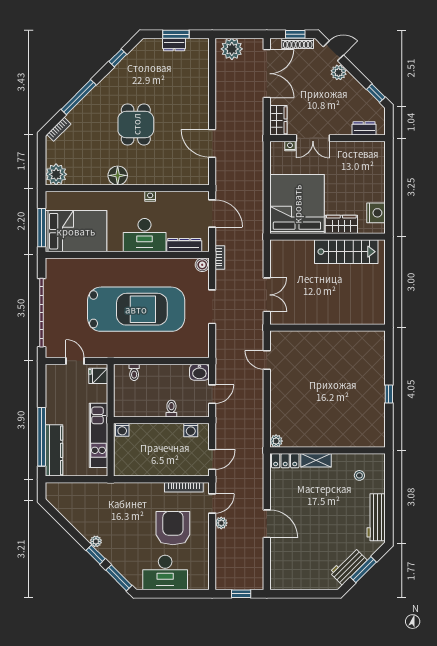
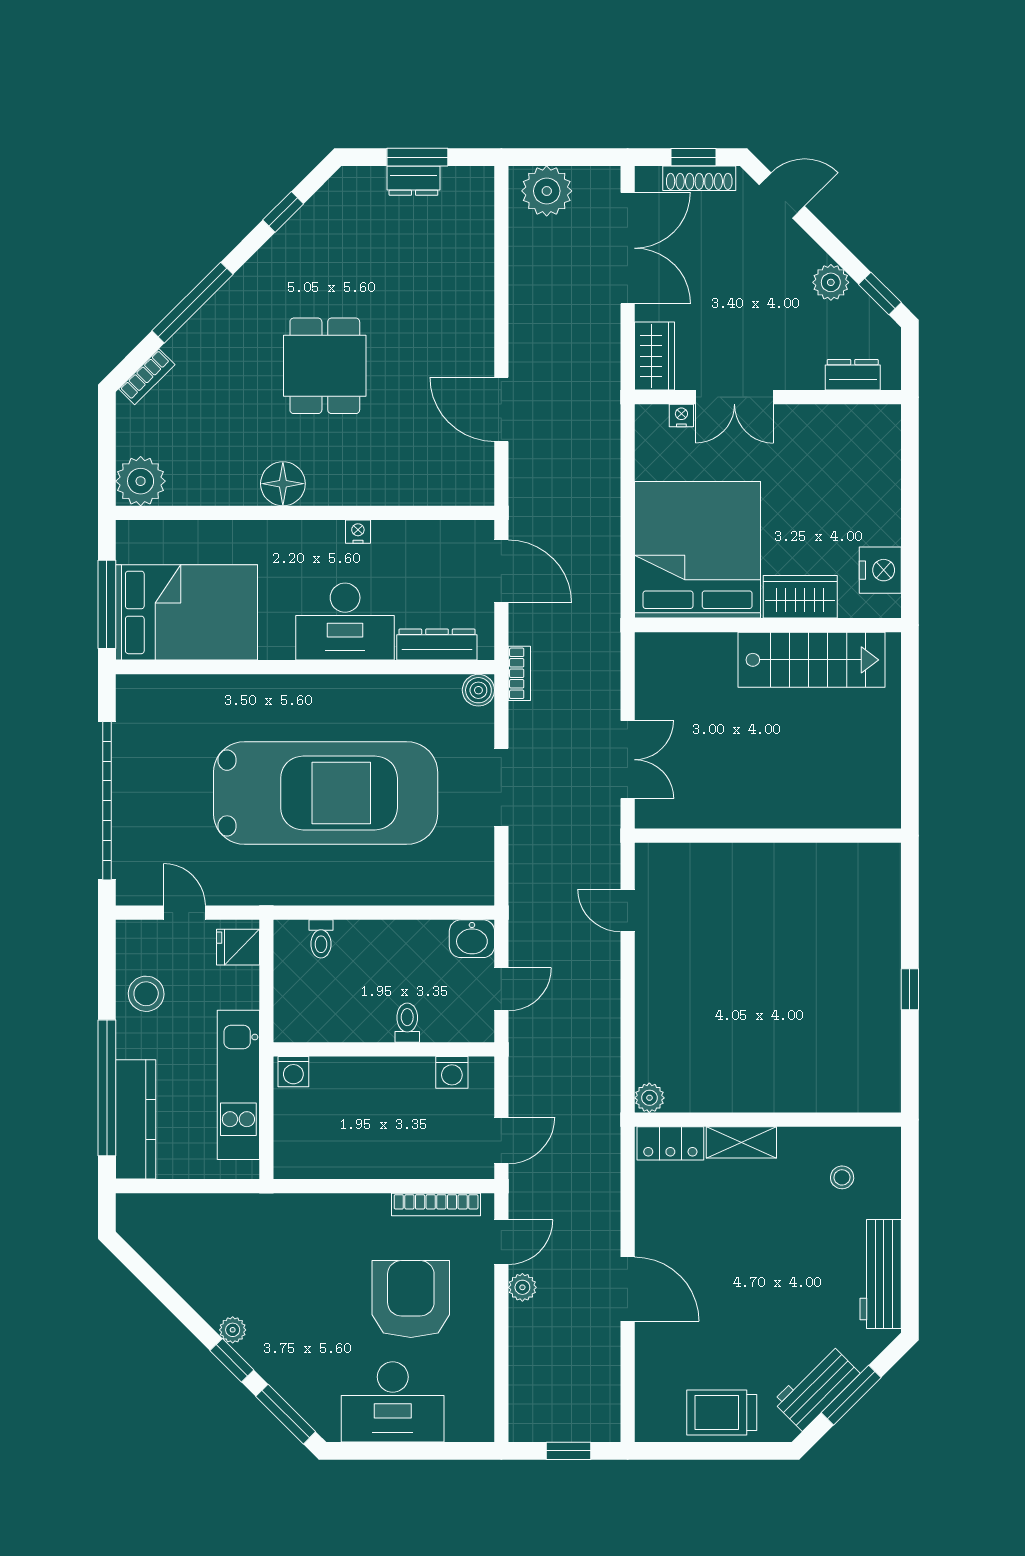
plant: (339, 72) -> (831, 282), moved
stool: (59, 396) -> (146, 994), added
trolley: (307, 577) -> (722, 1412), added

